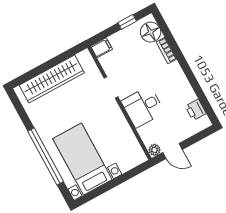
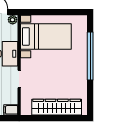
bed with nightstands: (82, 159) -> (46, 37), moved, turned -90

